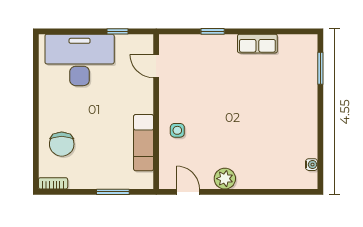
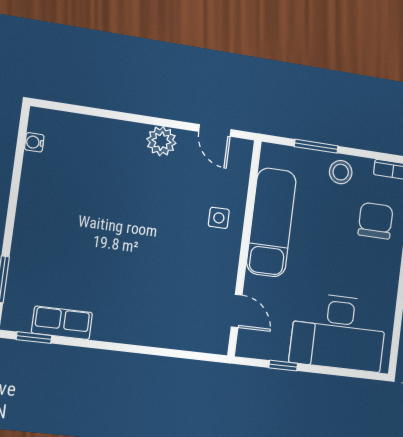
window: (213, 31) -> (34, 338), moved
row of seats: (257, 44) -> (62, 323), moved
exam couch: (144, 143) -> (271, 222), width x1.36, depth x1.45
stool: (92, 176) -> (341, 172), added

